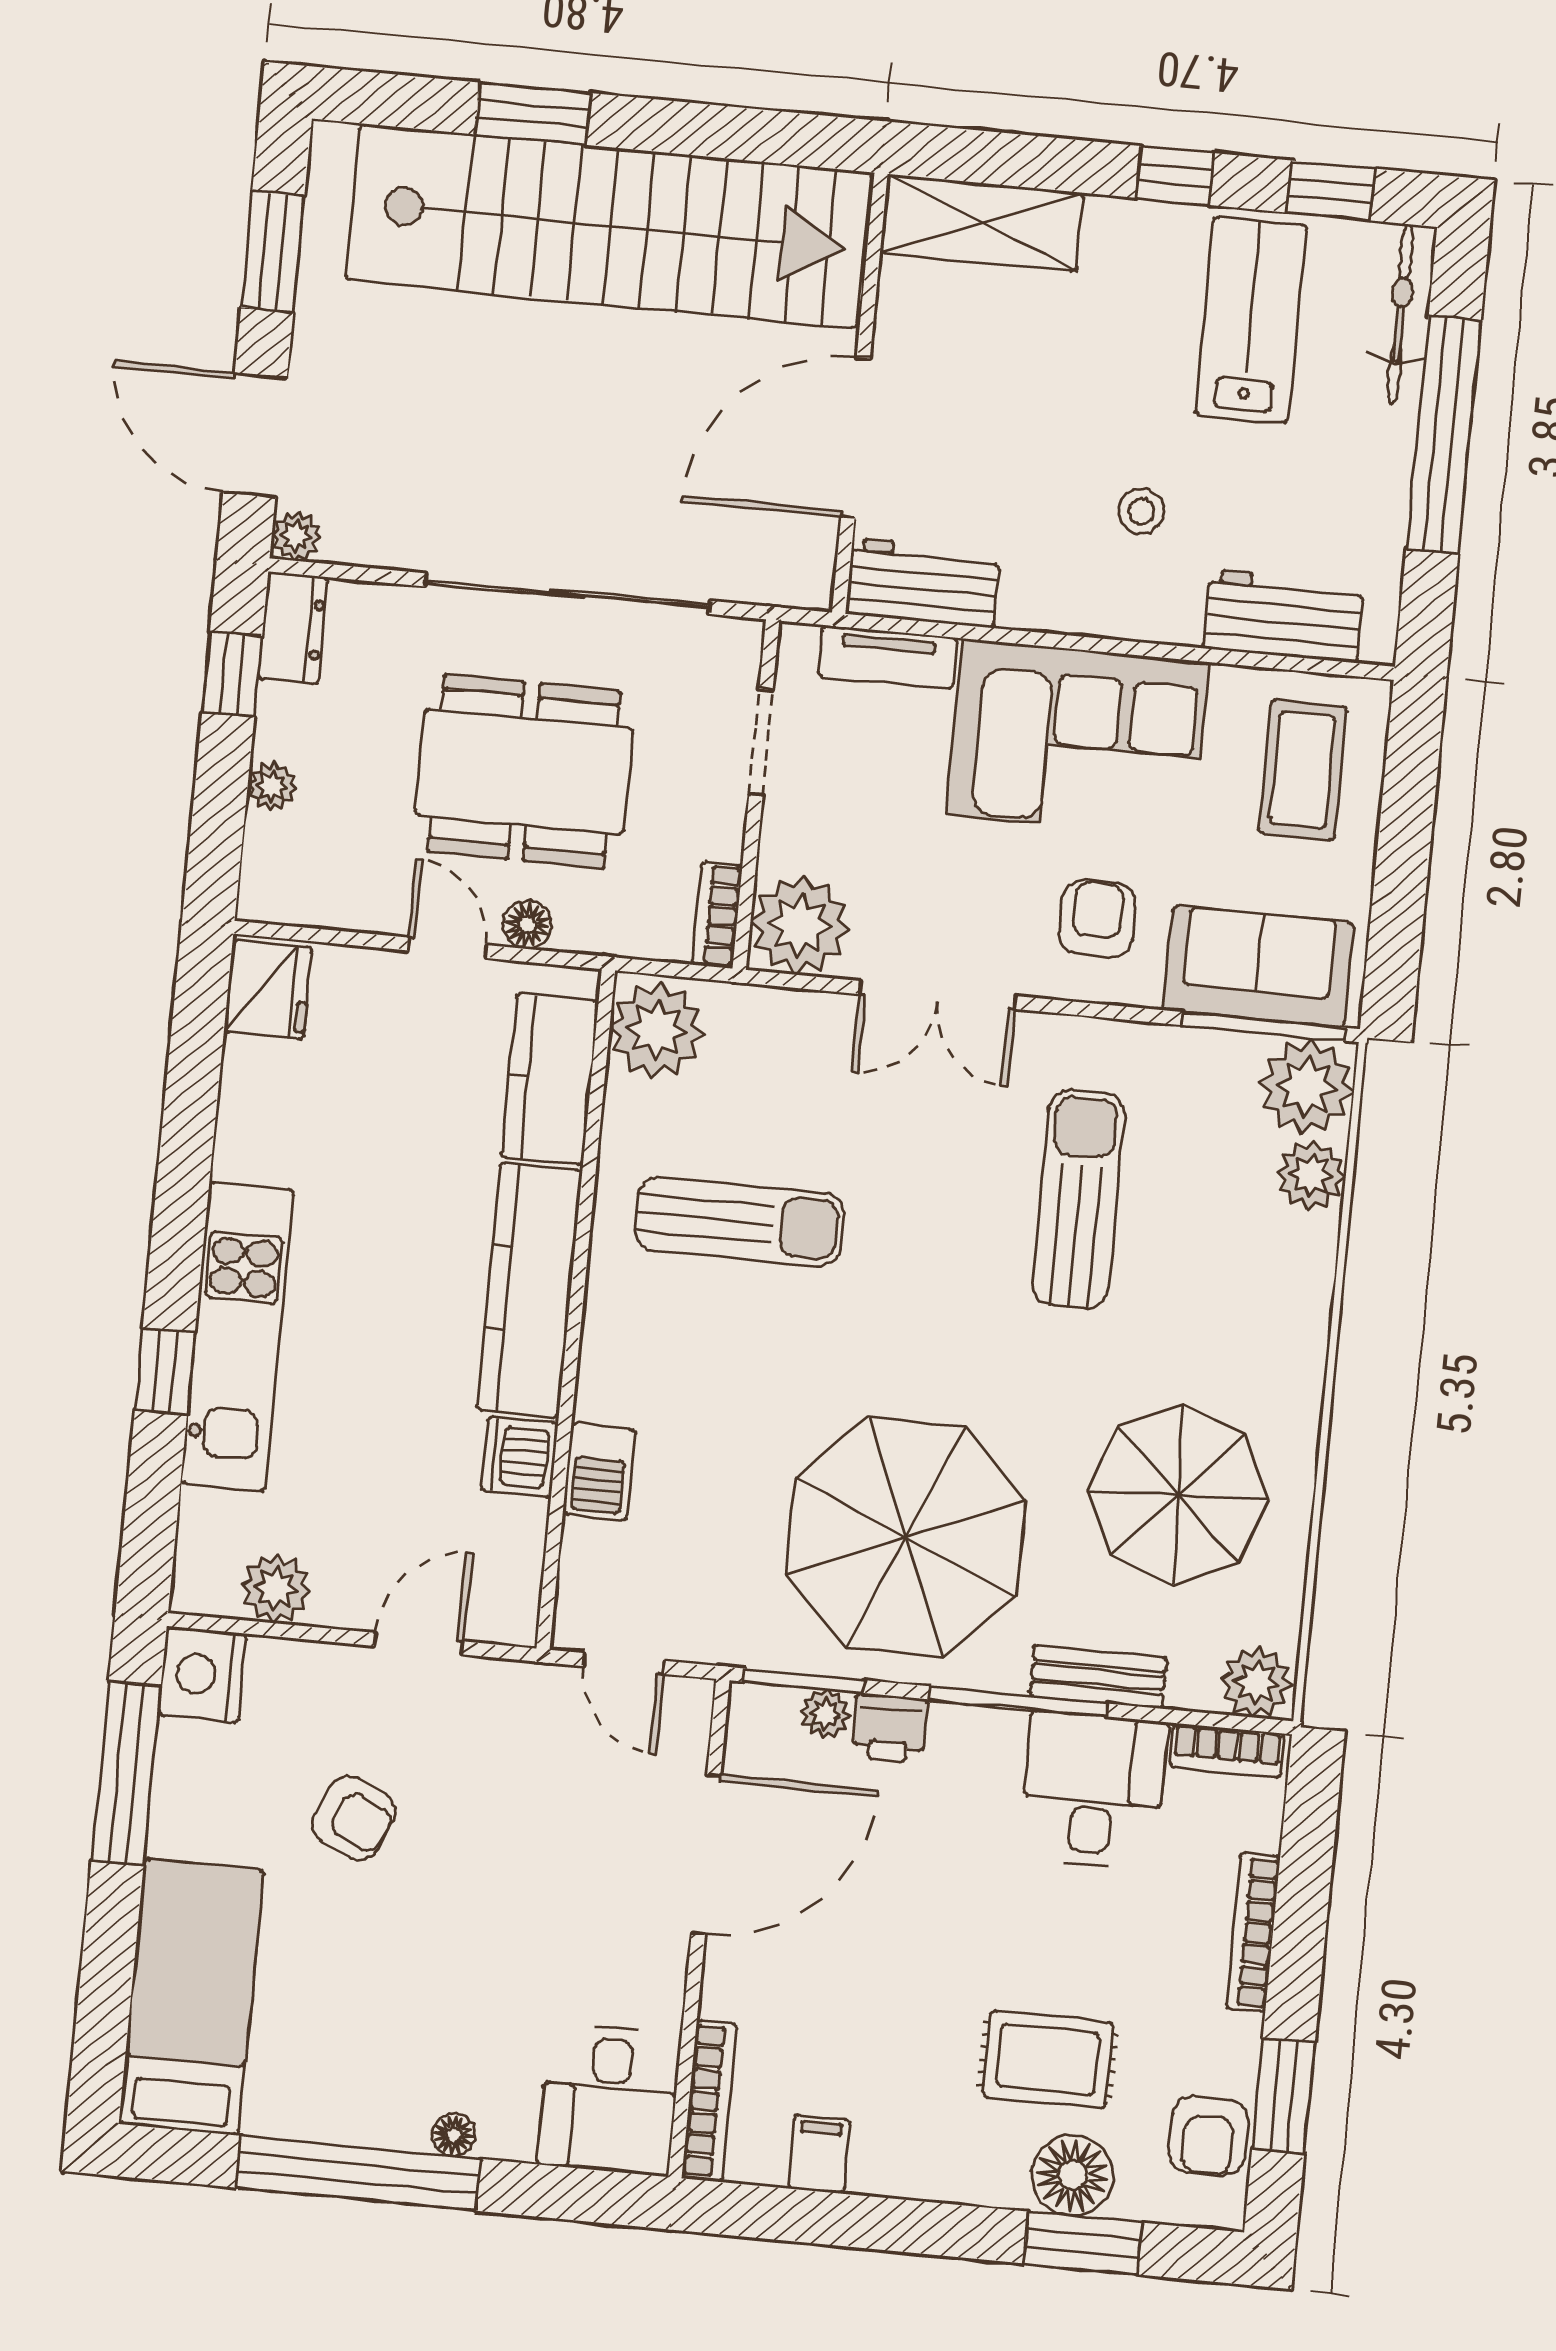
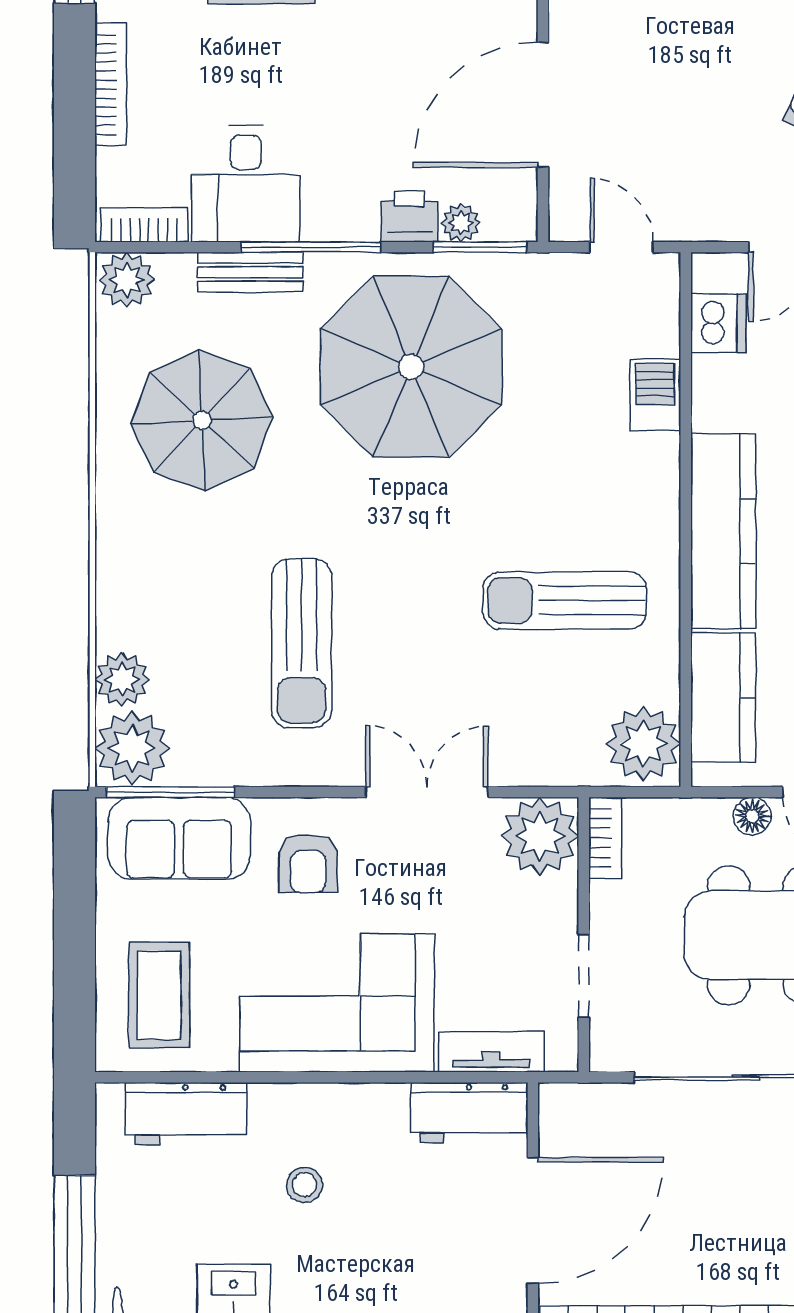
dishwasher: (519, 1457) -> (718, 323), moved

